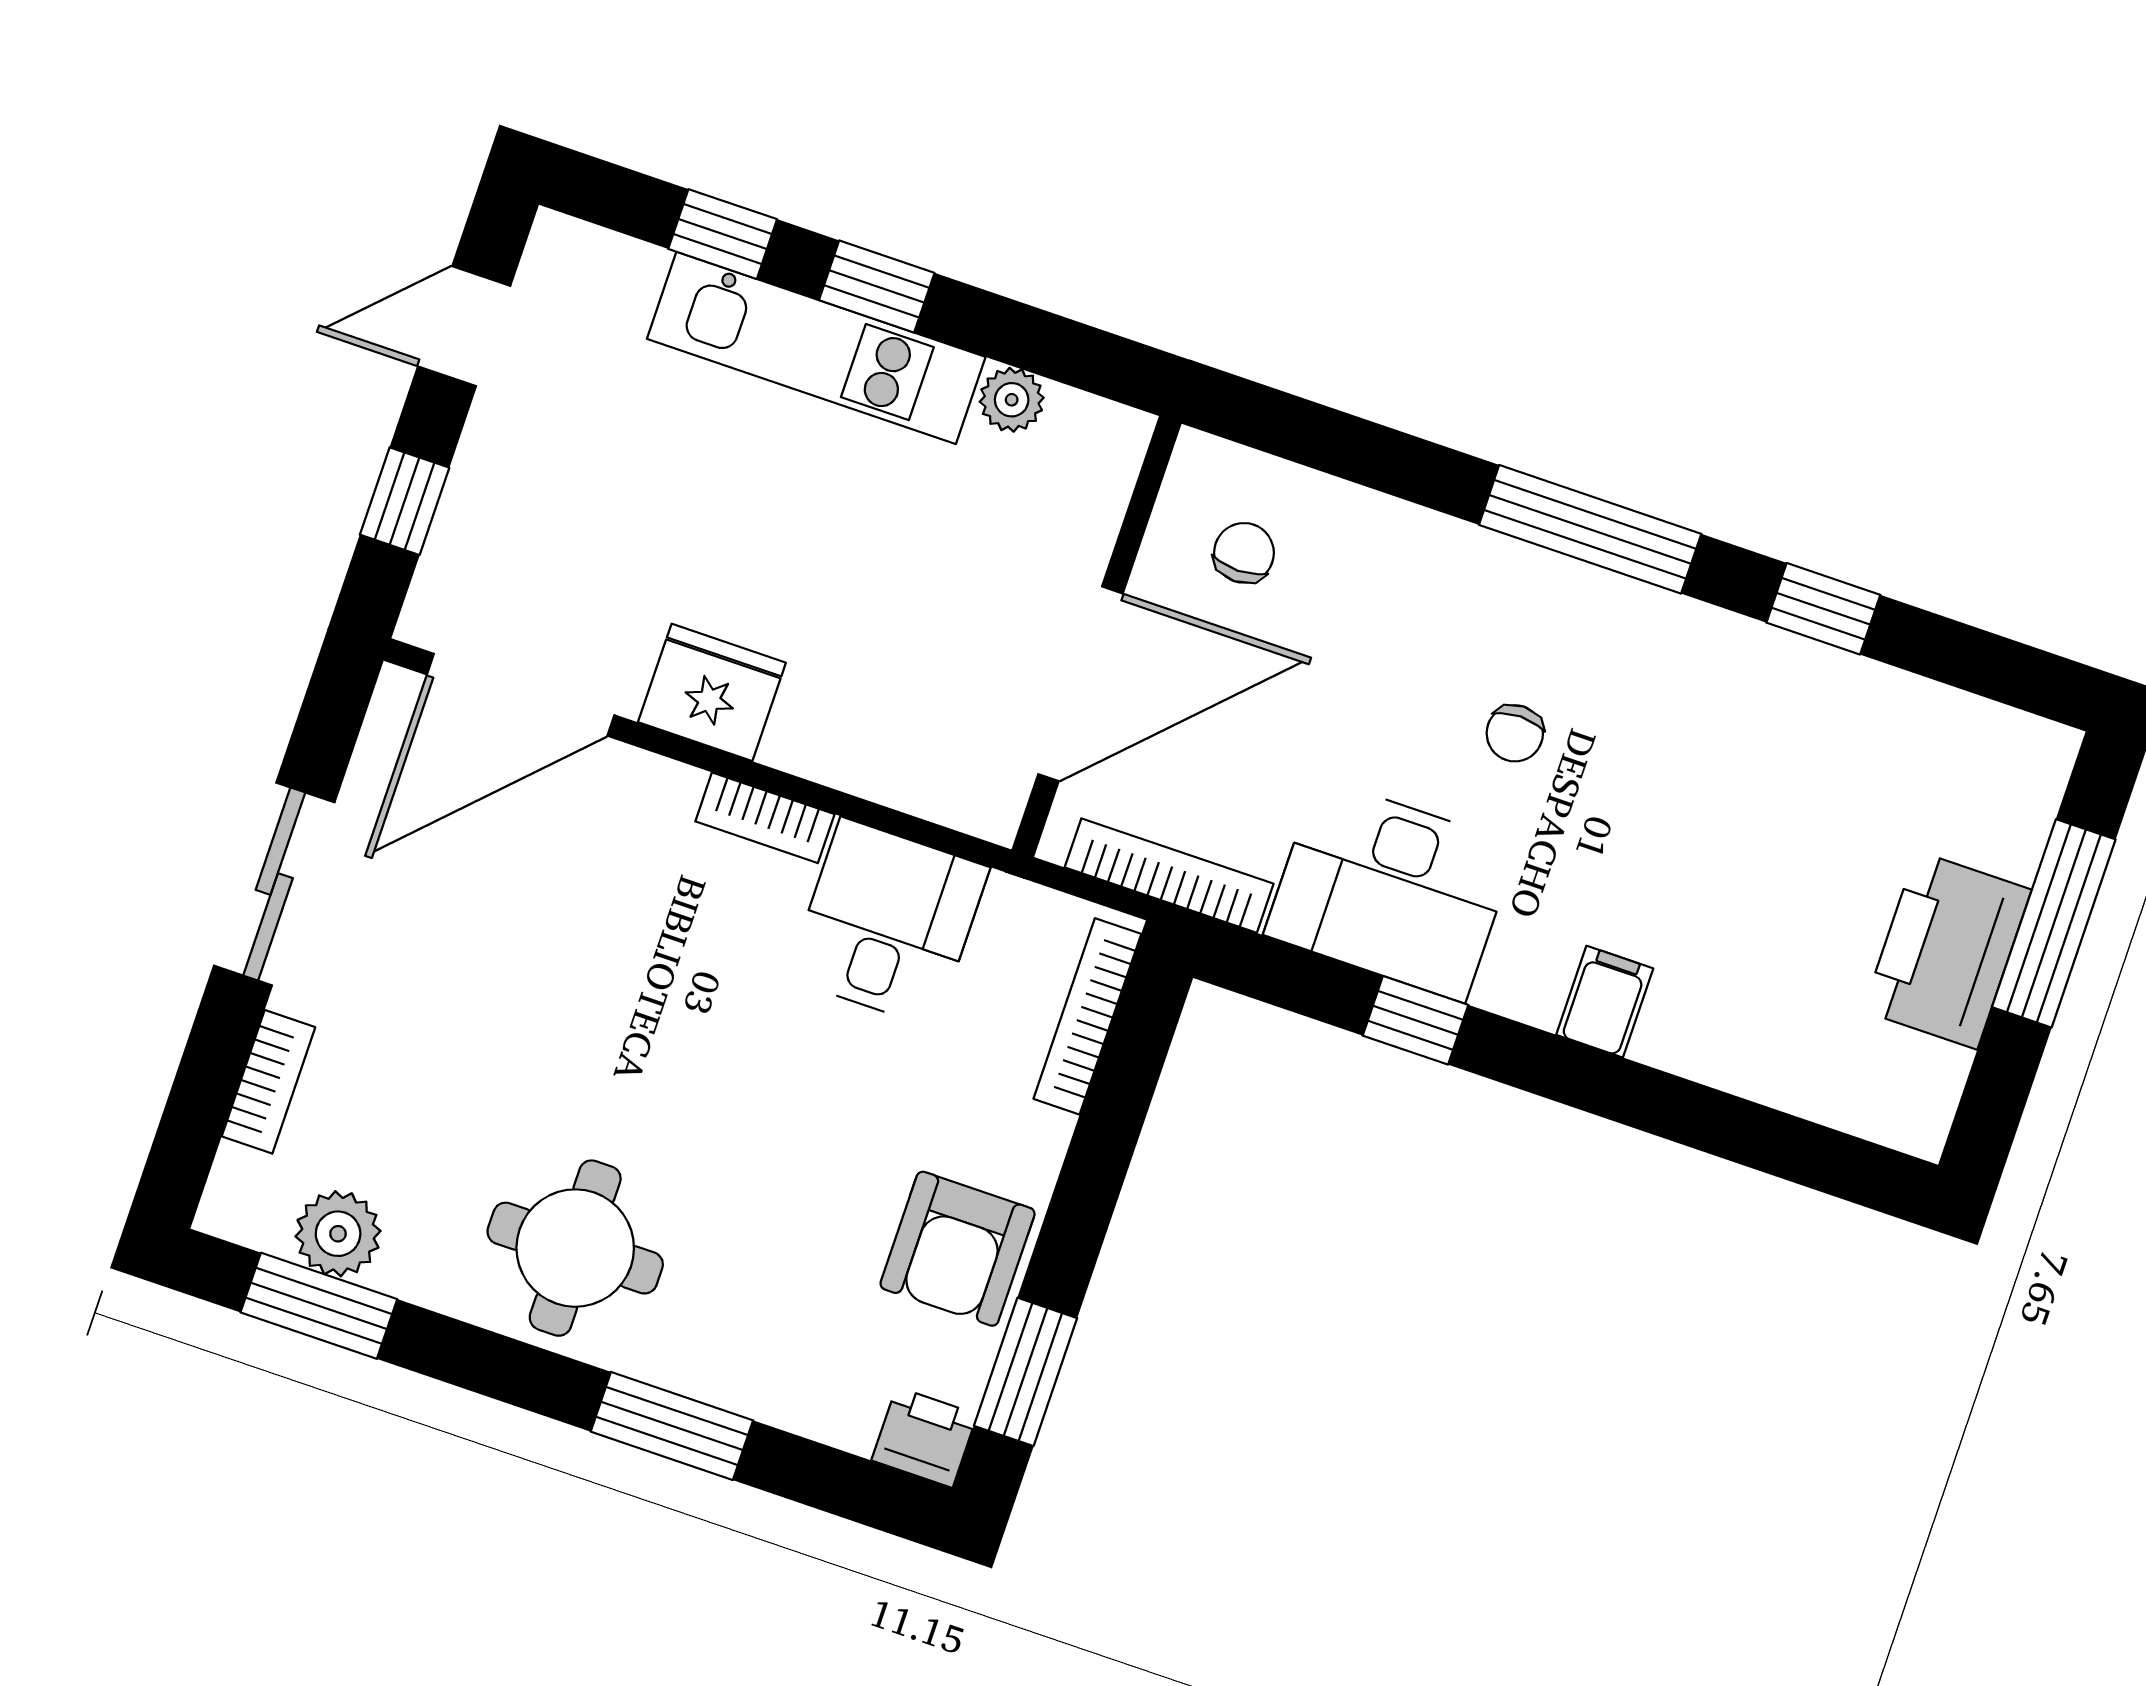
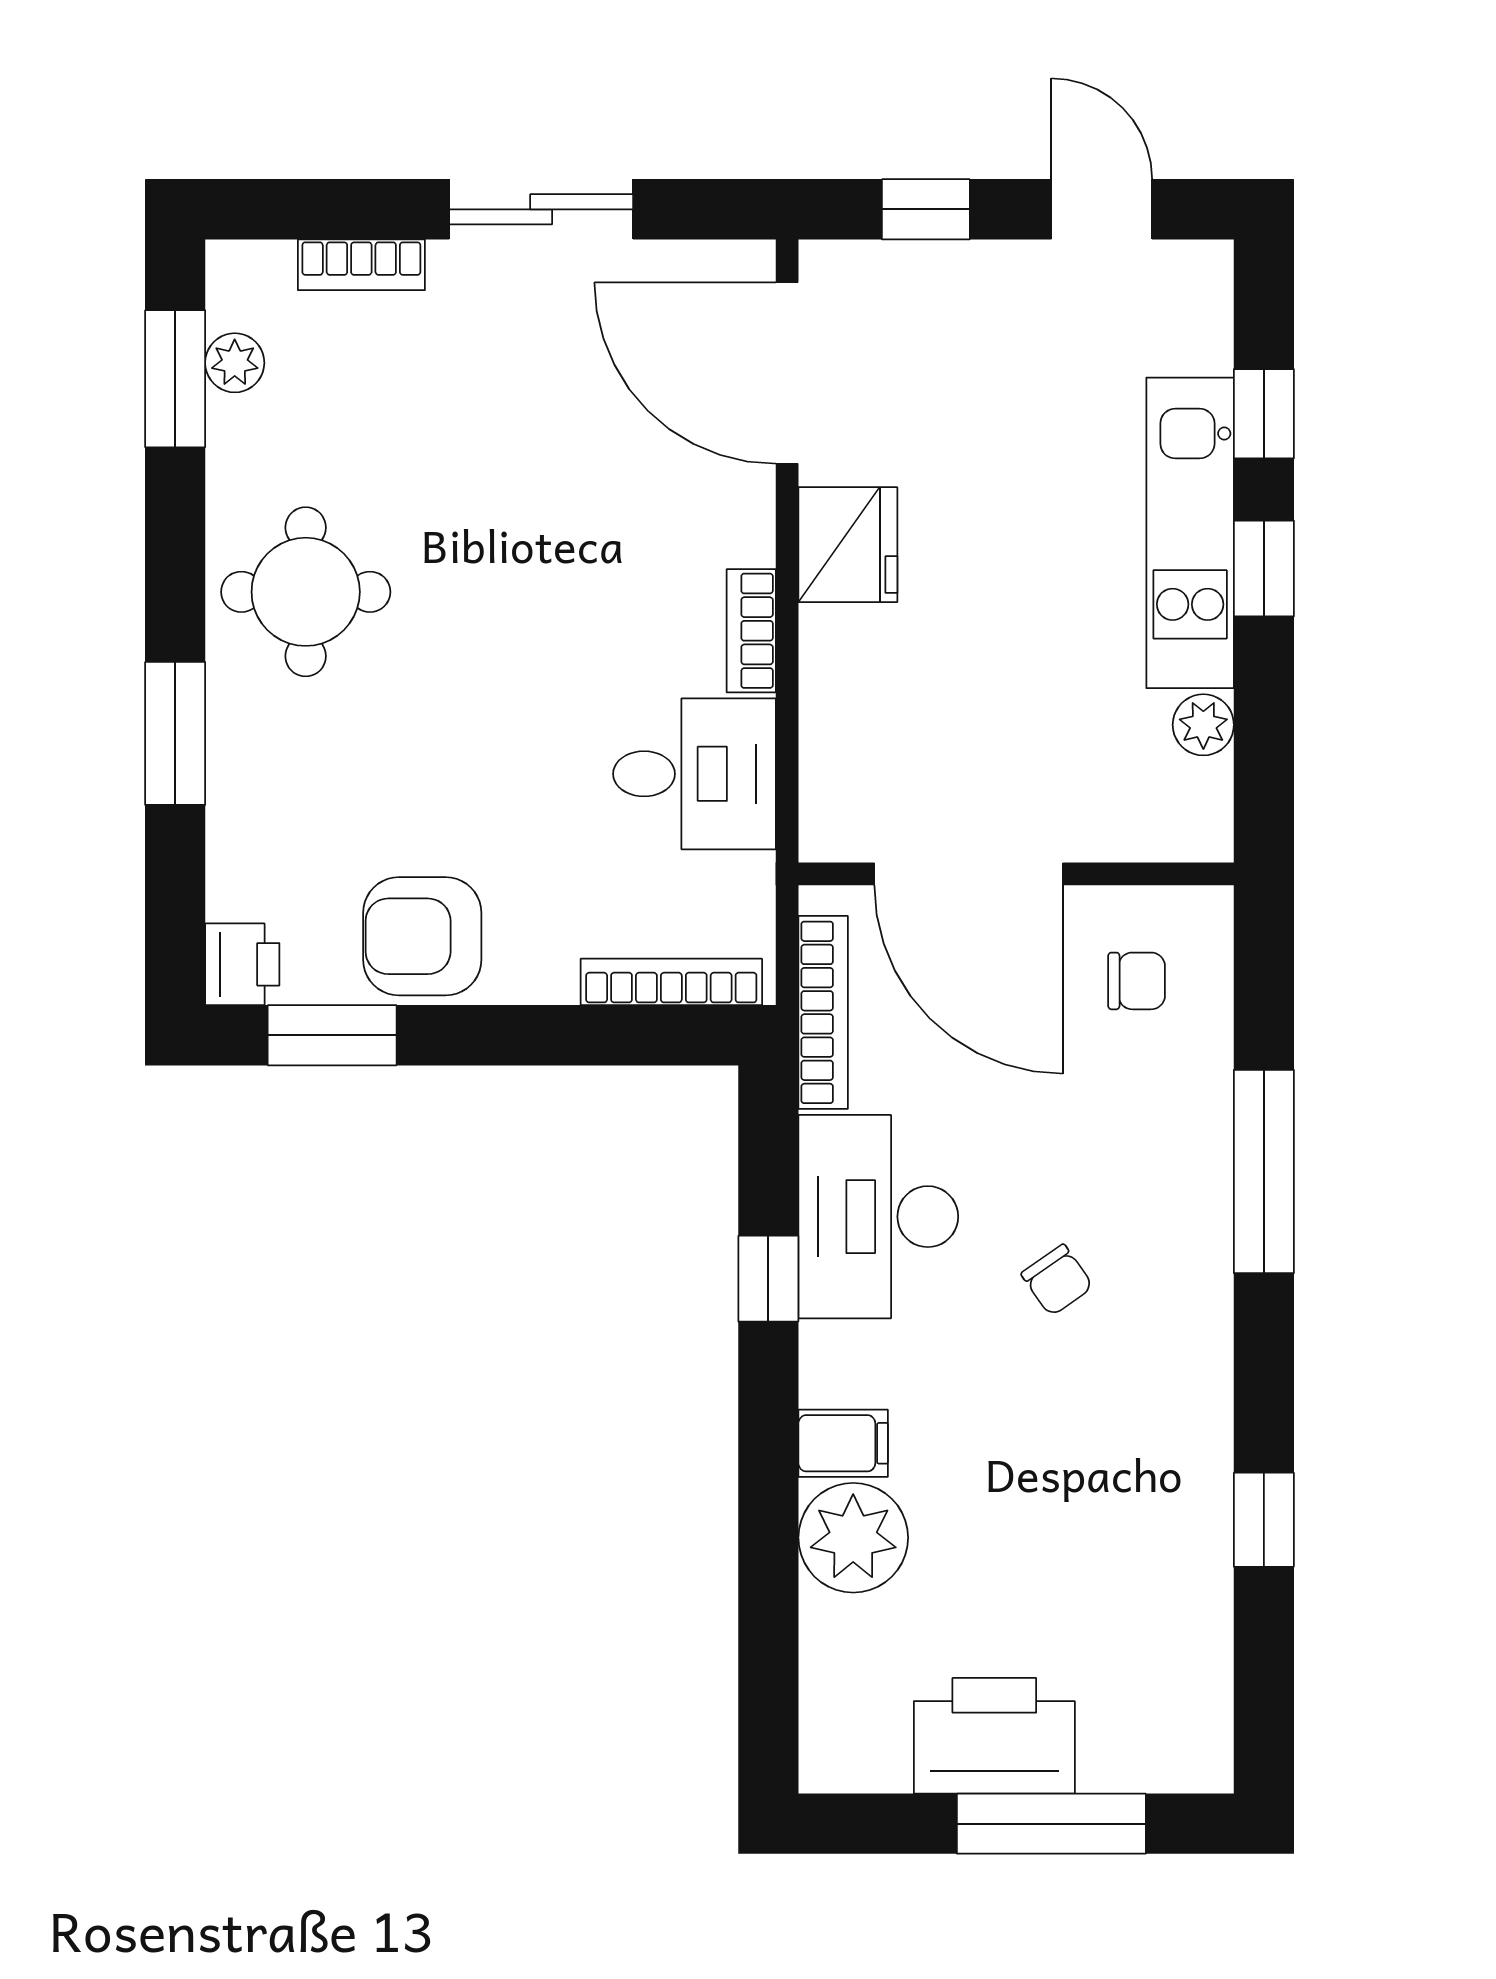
window: (1590, 529) -> (1264, 1172), moved
chair: (1515, 733) -> (1057, 1280), turned -125
plant: (1702, 1024) -> (853, 1538), added
plant: (338, 1234) -> (235, 363), width x0.73, depth x0.73

